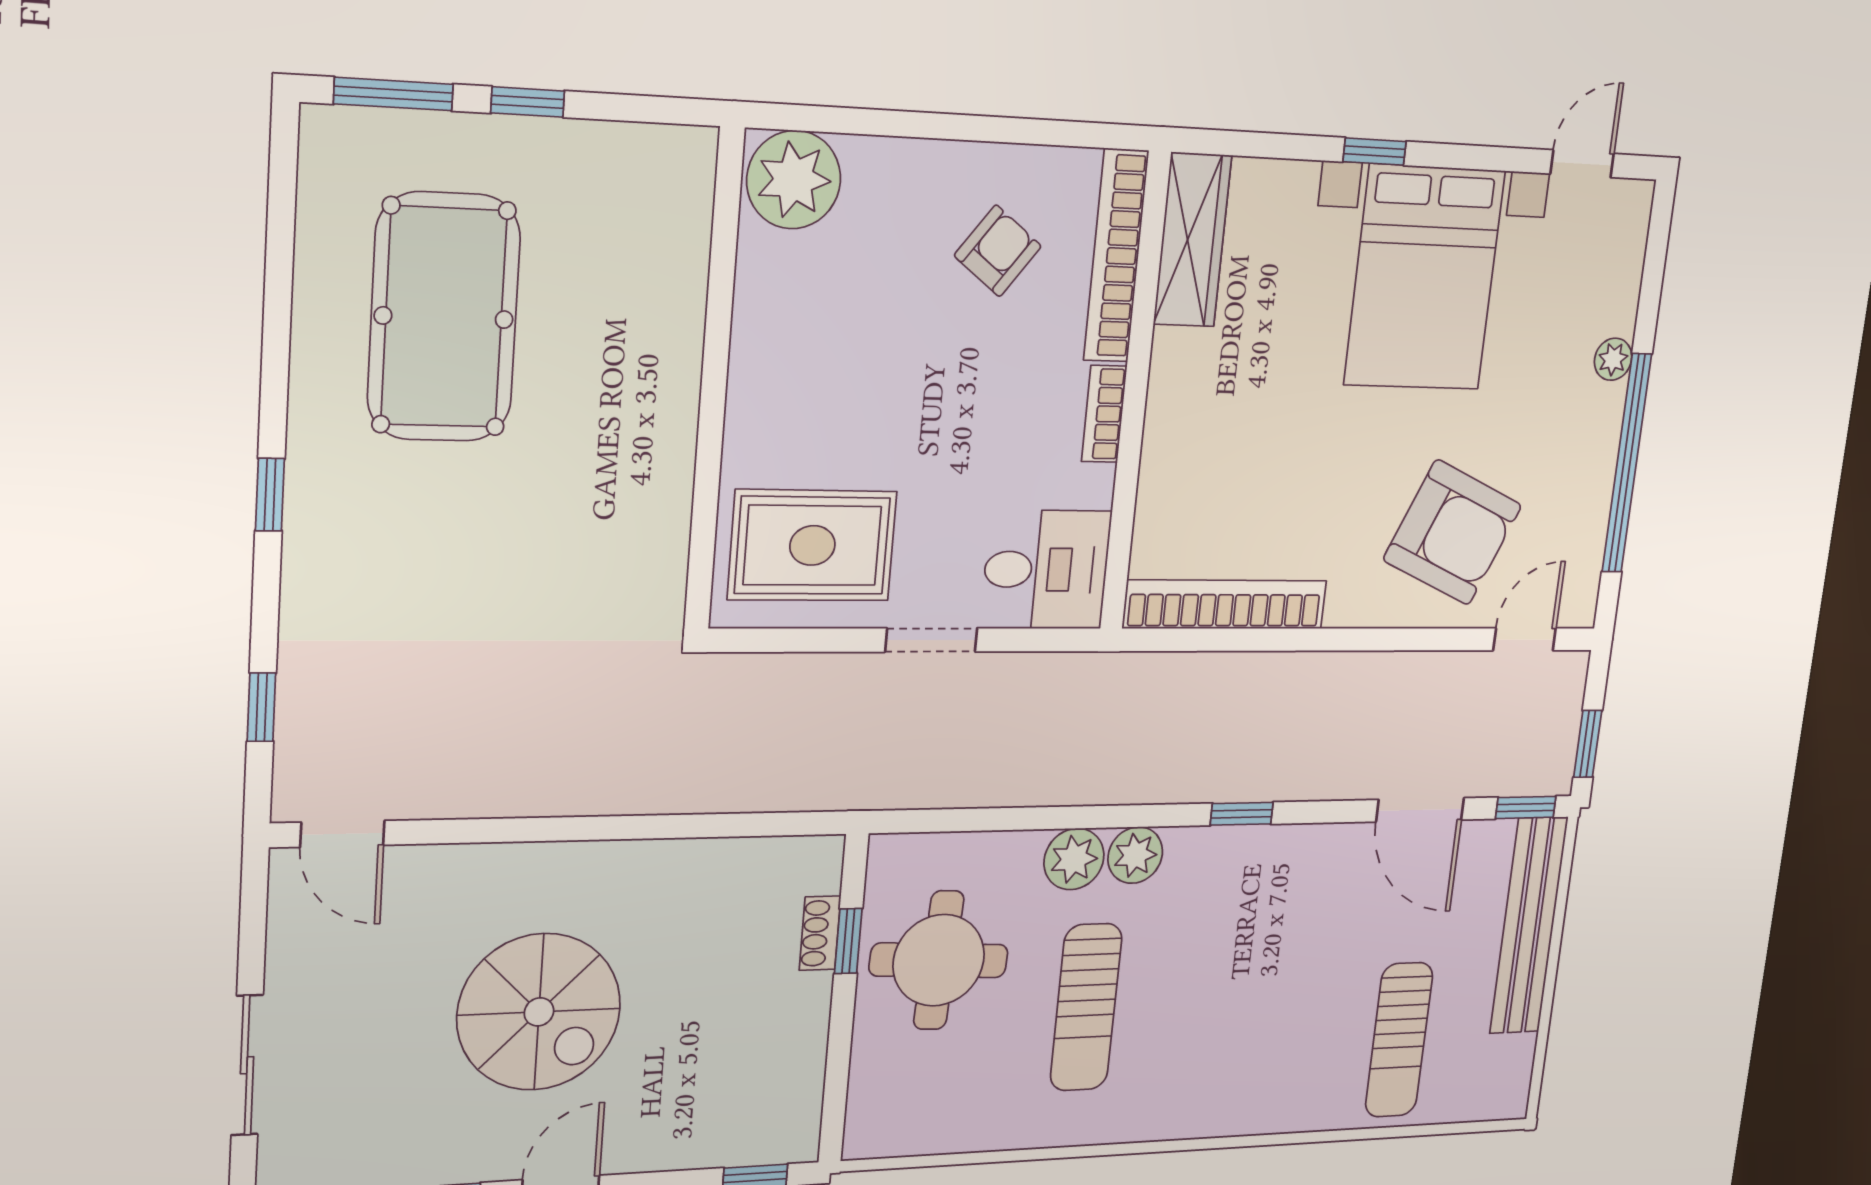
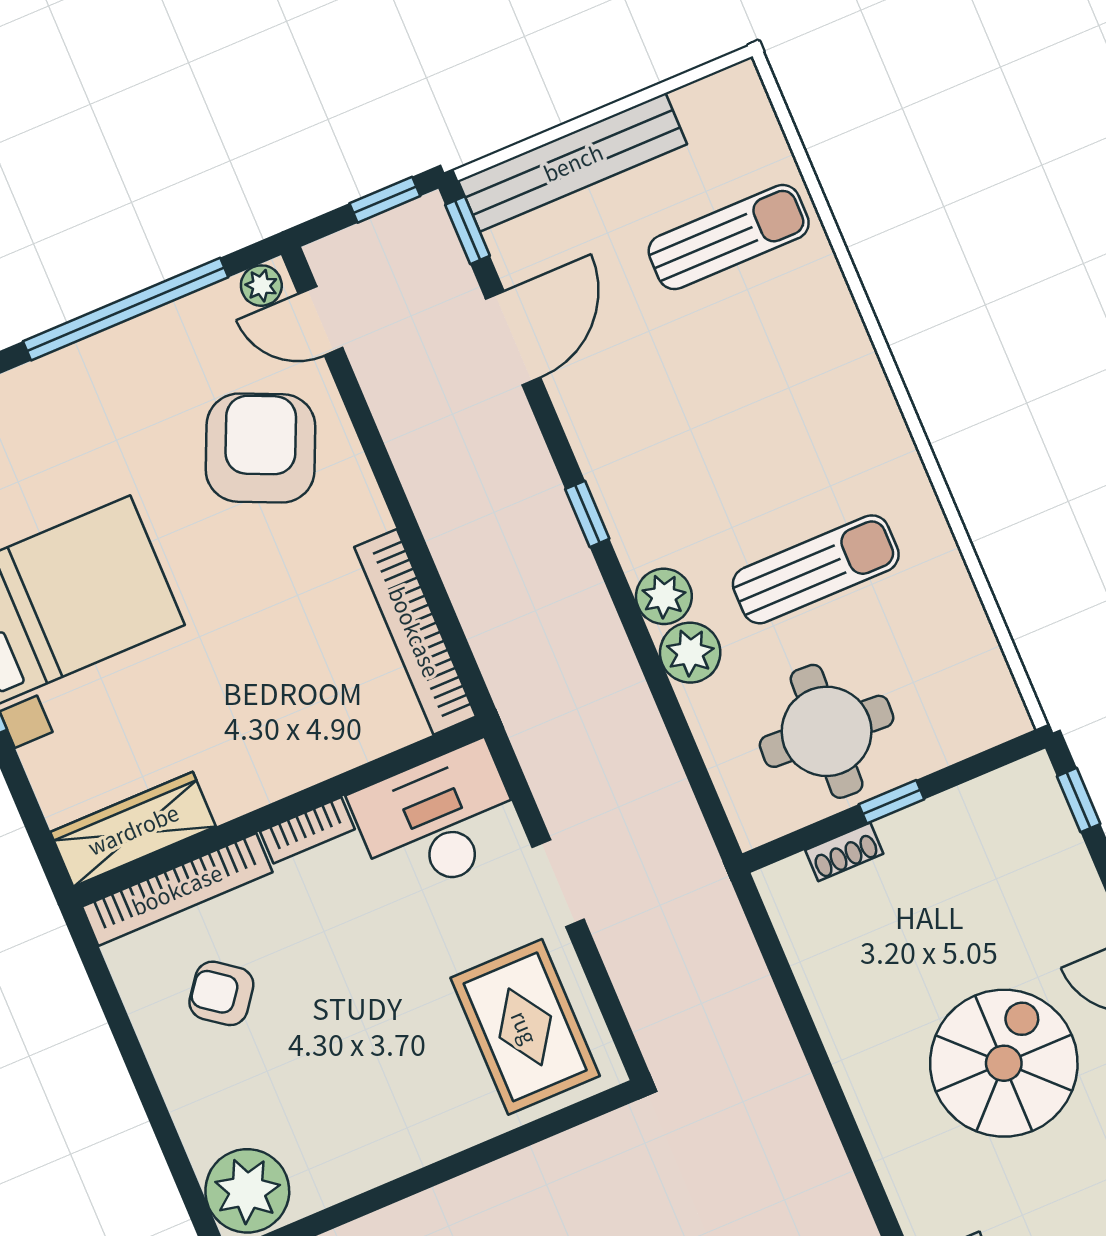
plant: (1613, 359) -> (261, 286), moved
desk: (1046, 570) -> (438, 821), width x1.37
window: (848, 941) -> (892, 802), moved

